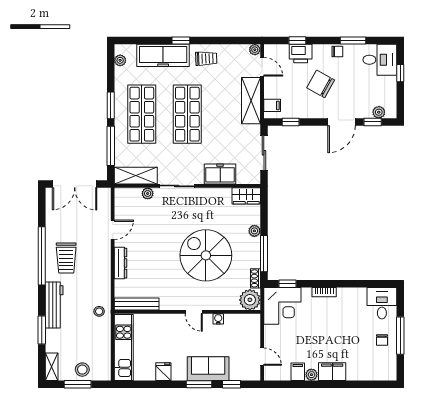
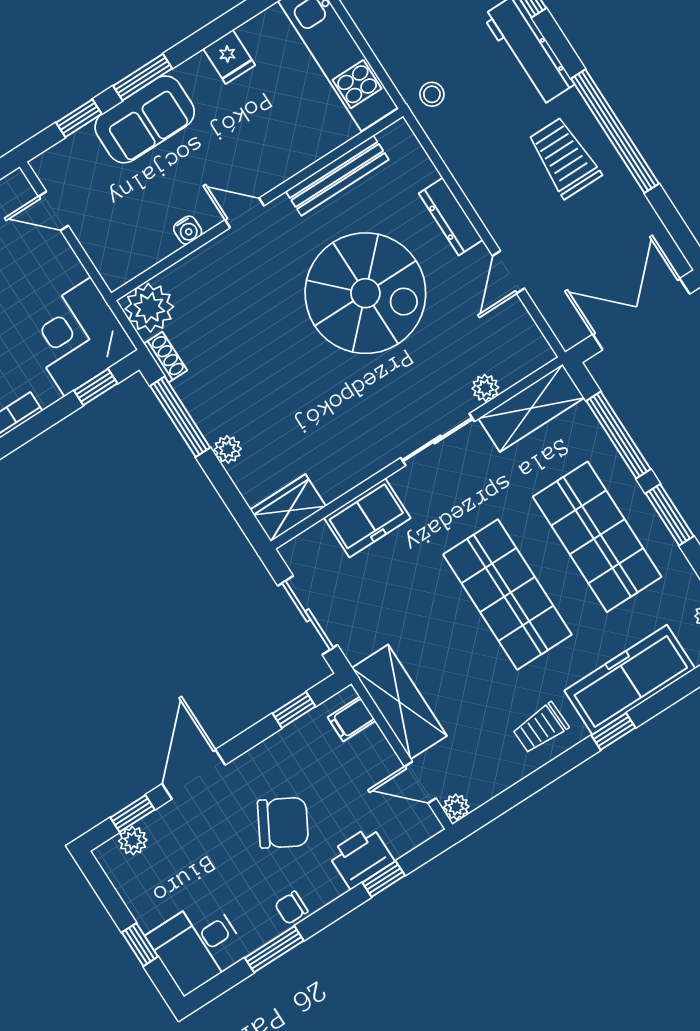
spiral stairs: (206, 255) -> (365, 293), moved
bench: (137, 304) -> (337, 175), moved

